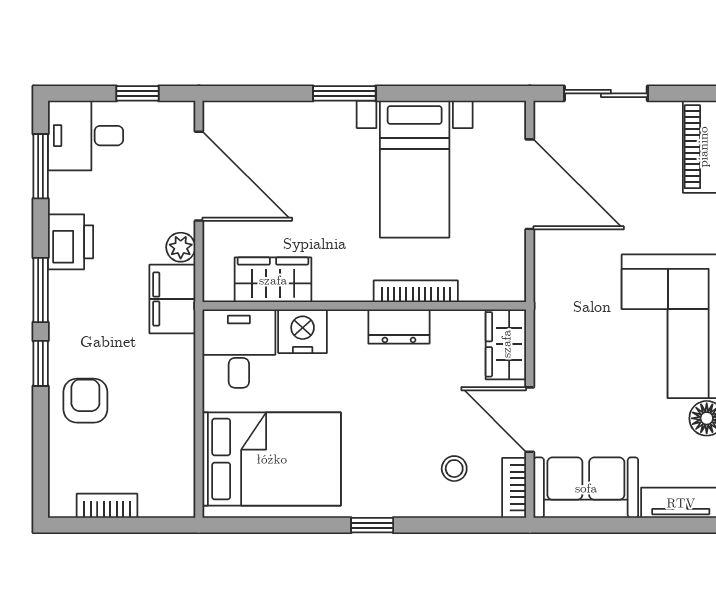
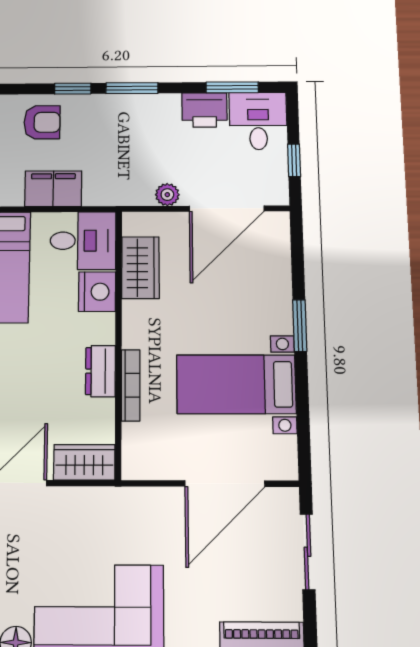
printer: (71, 242) -> (204, 110), moved
filing cabinet: (172, 299) -> (53, 189), moved

